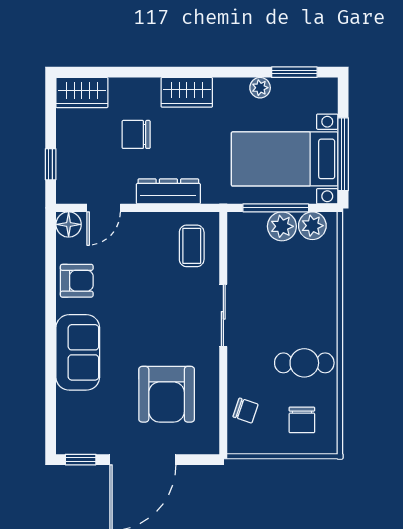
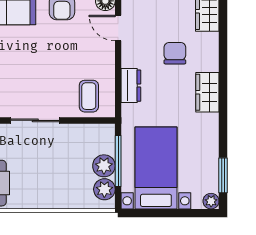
plant: (260, 88) -> (211, 201), moved
window: (343, 154) -> (160, 213), removed
dresser: (168, 191) -> (131, 86), width x0.70
coffee table: (192, 246) -> (89, 96), turned 90

